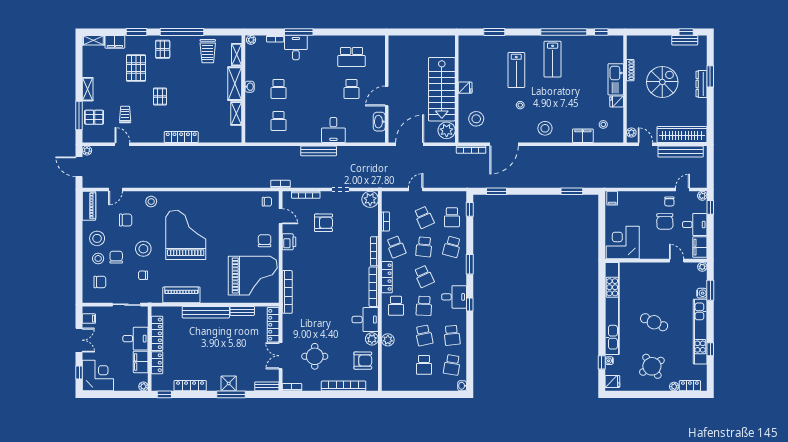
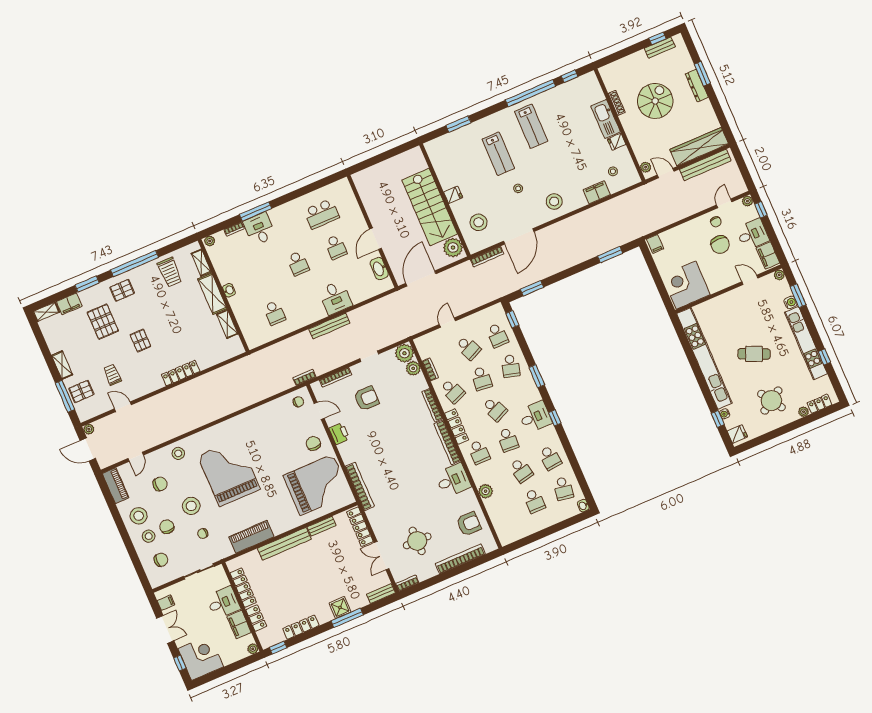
pallet: (163, 49) -> (122, 290), turned 90
school desk: (279, 89) -> (298, 263), moved
plant: (372, 339) -> (413, 368), moved

